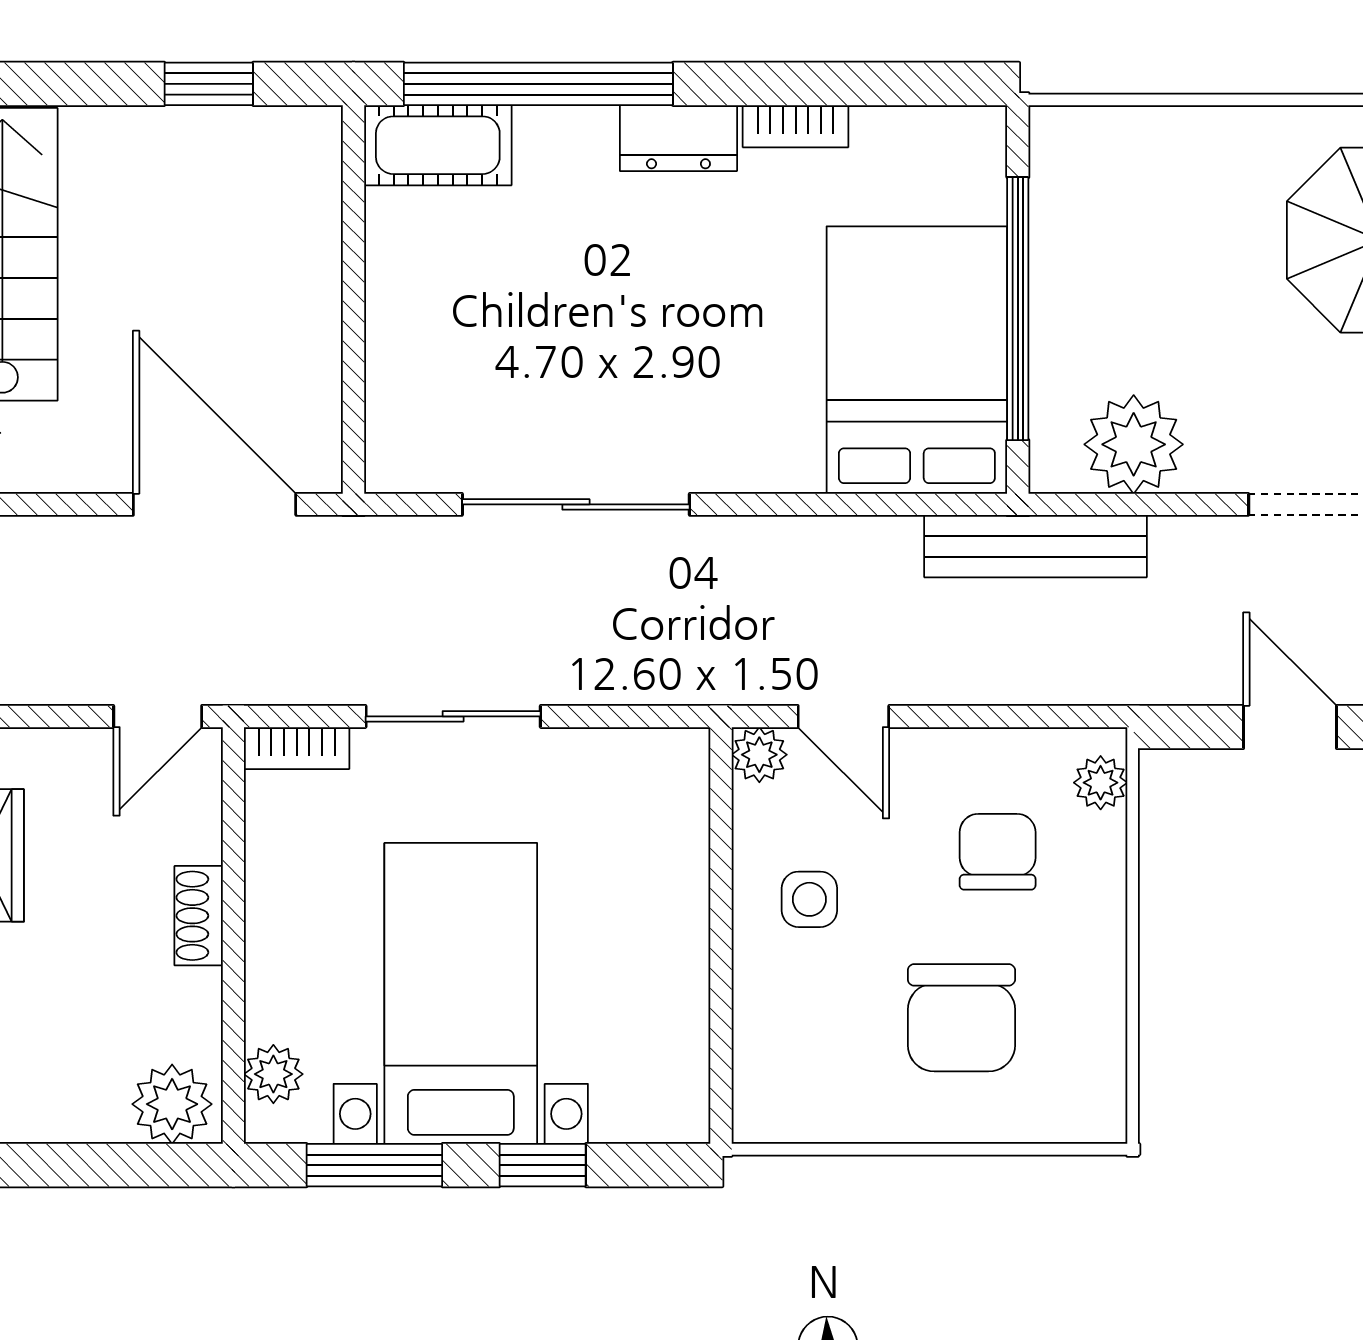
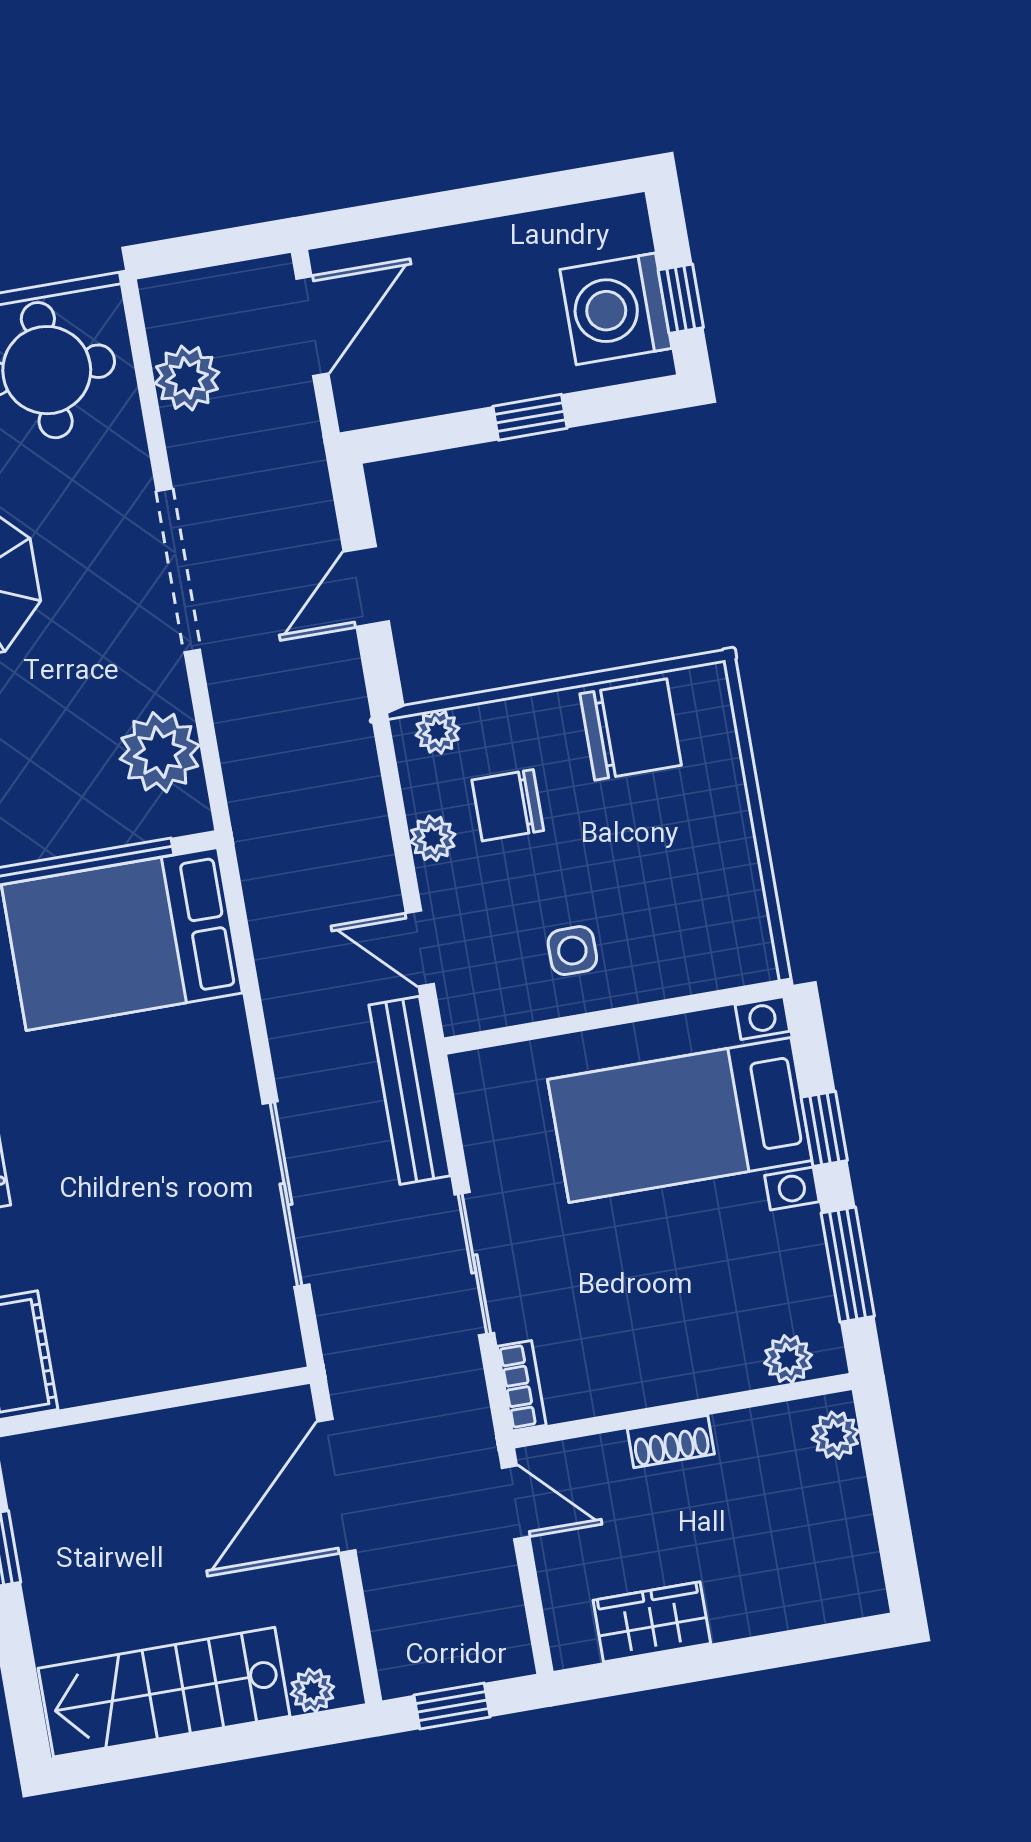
bench: (1036, 546) -> (410, 1090), moved
door: (843, 716) -> (420, 949), swing flipped
plant: (759, 755) -> (433, 838), moved
bed with nightstands: (461, 993) -> (680, 1120), moved
chair: (961, 1018) -> (631, 730), moved
plant: (172, 1104) -> (835, 1435), width x0.73, depth x0.73

